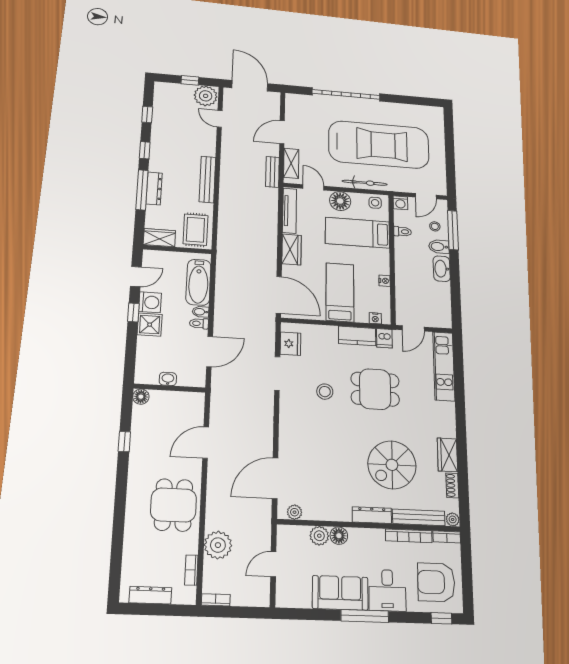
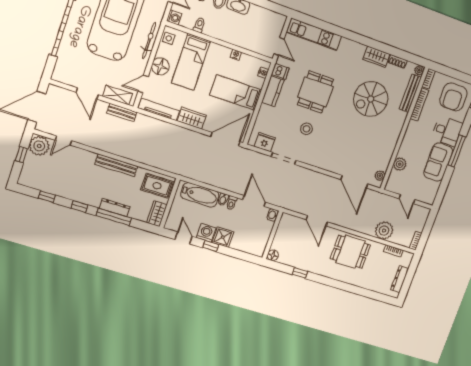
washbasin: (168, 379) -> (273, 215), moved
spiral stairs: (392, 465) -> (371, 99), turned 90
dresser: (372, 515) -> (398, 125), removed
floor lamp: (339, 536) -> (404, 151), removed

